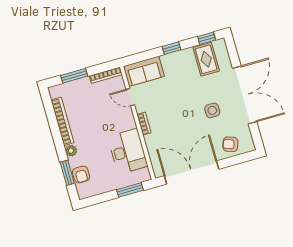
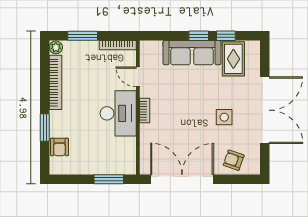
window: (207, 38) -> (226, 36), moved
sofa: (144, 71) -> (192, 53), moved, width x1.36
plant: (71, 151) -> (56, 47), moved
desk: (128, 151) -> (118, 113), moved
window: (67, 173) -> (45, 127), moved

